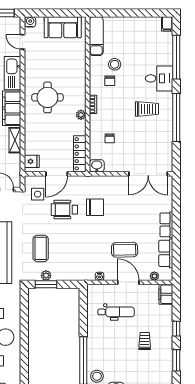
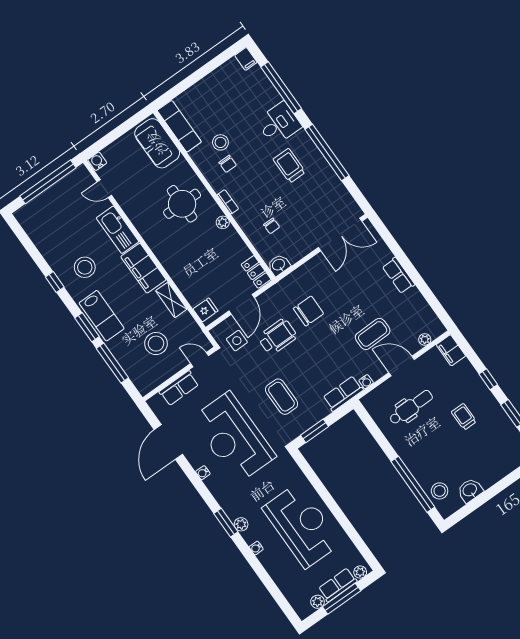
sofa: (63, 27) -> (157, 143), moved, turned 90
round table: (47, 97) -> (182, 204), moved
trolley: (147, 109) -> (289, 166), turned -90
locker: (80, 154) -> (256, 272), width x0.66
wheelchair: (64, 210) -> (277, 337), turned 180
row of seats: (166, 253) -> (343, 394), moved, turned 90
plant: (46, 275) -> (308, 422), removed

